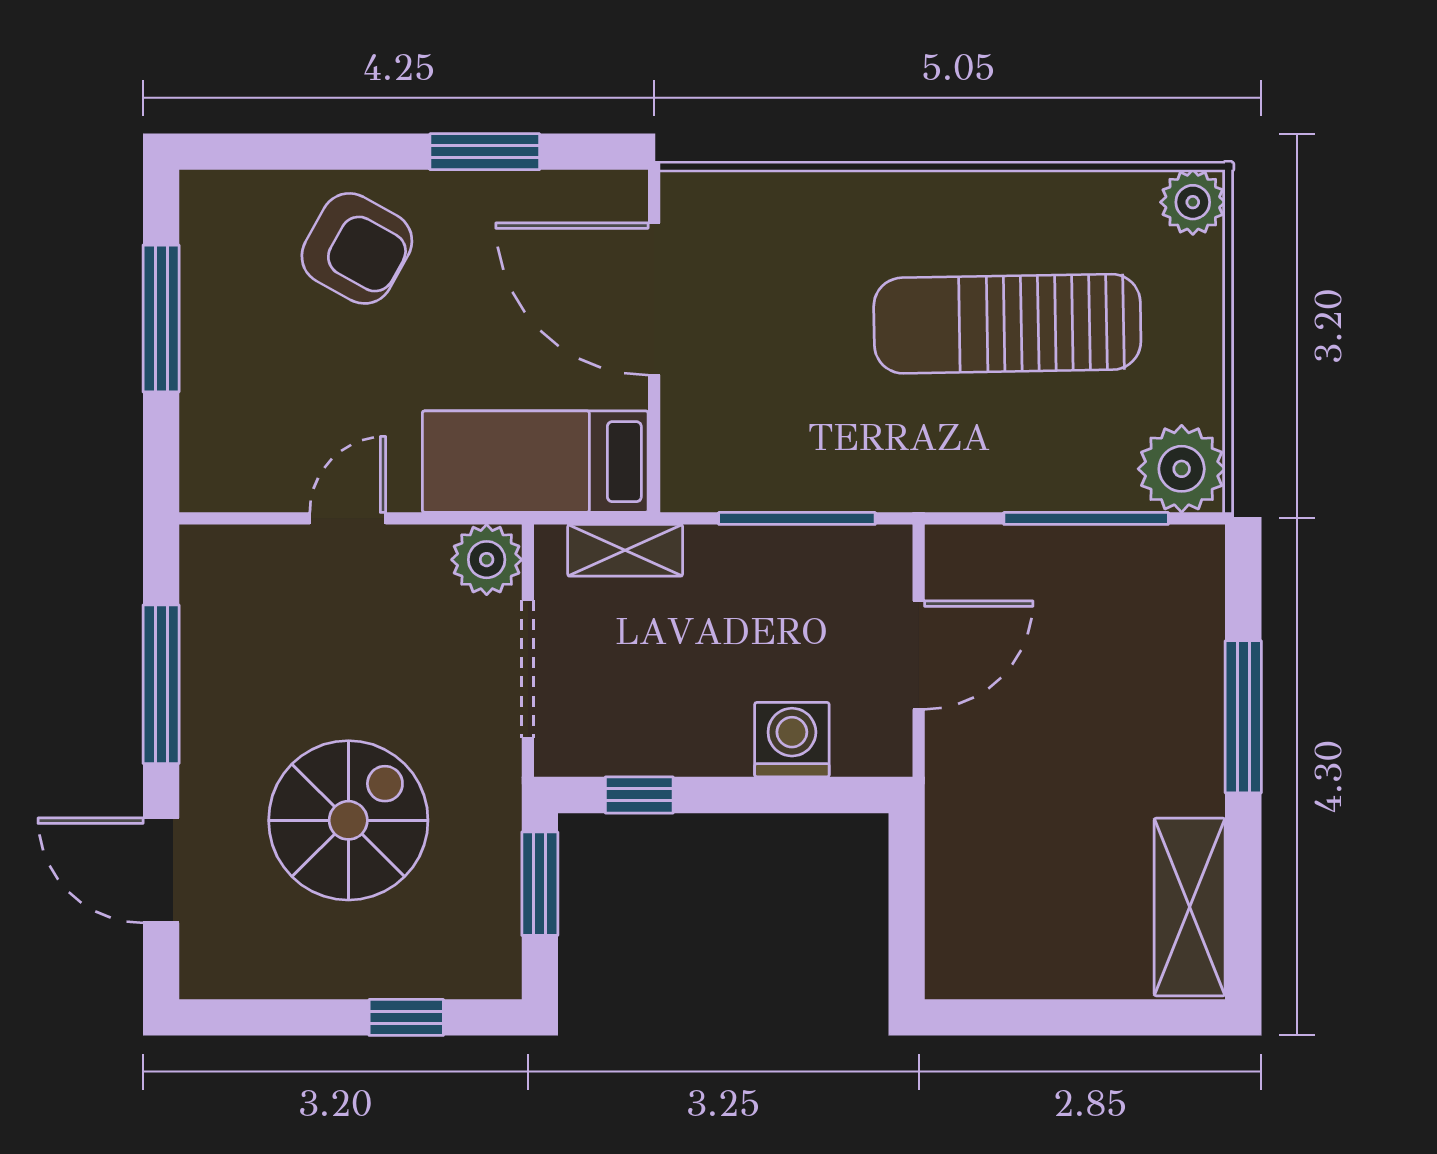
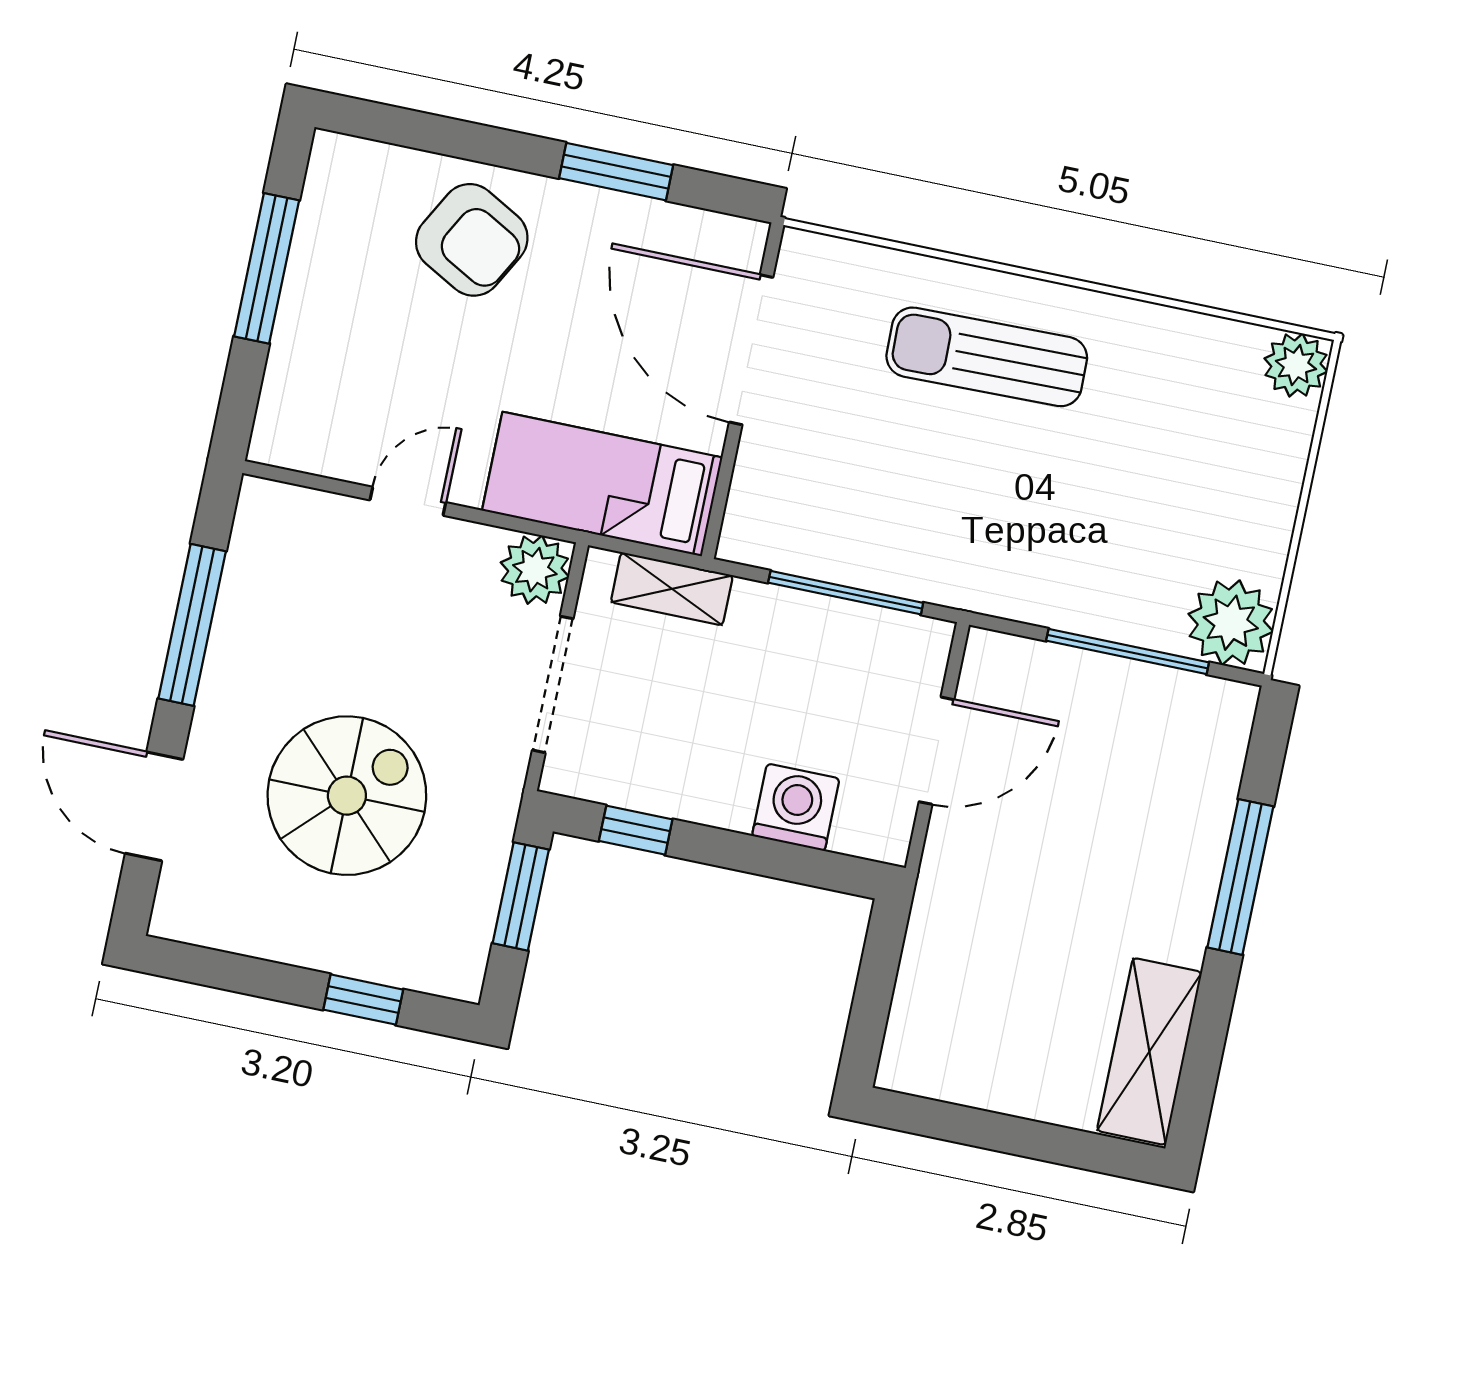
sun lounger: (1007, 324) -> (987, 357), moved, width x0.73, depth x0.75

